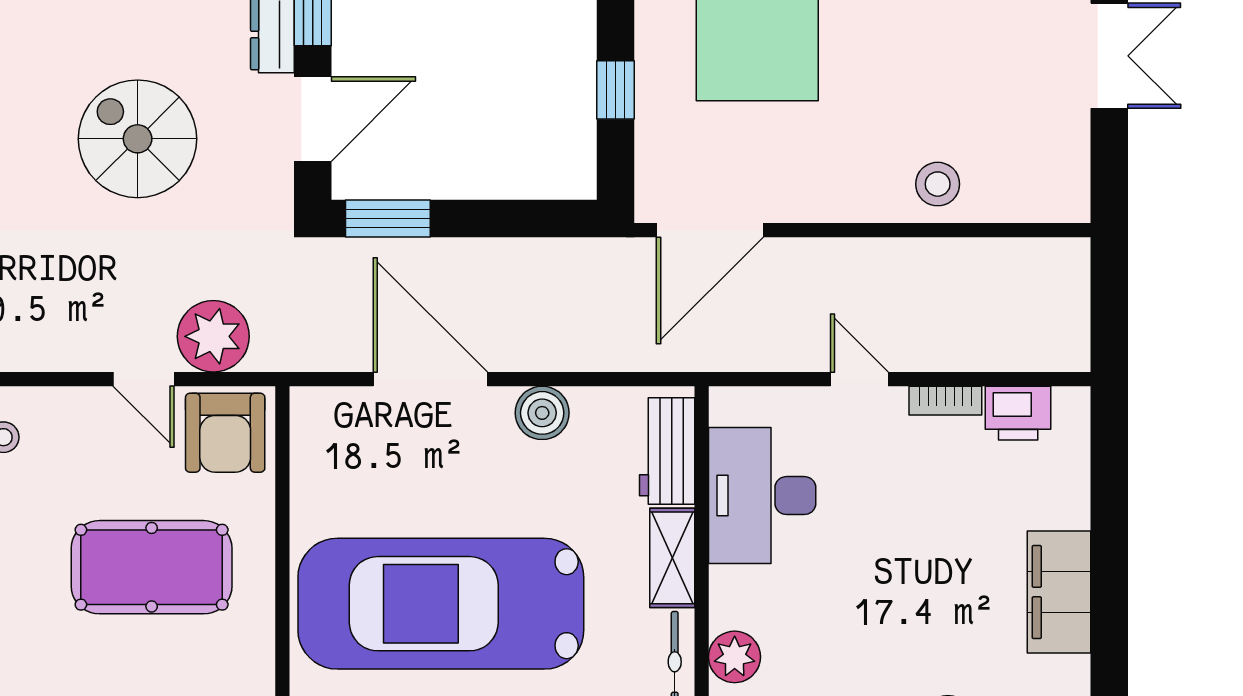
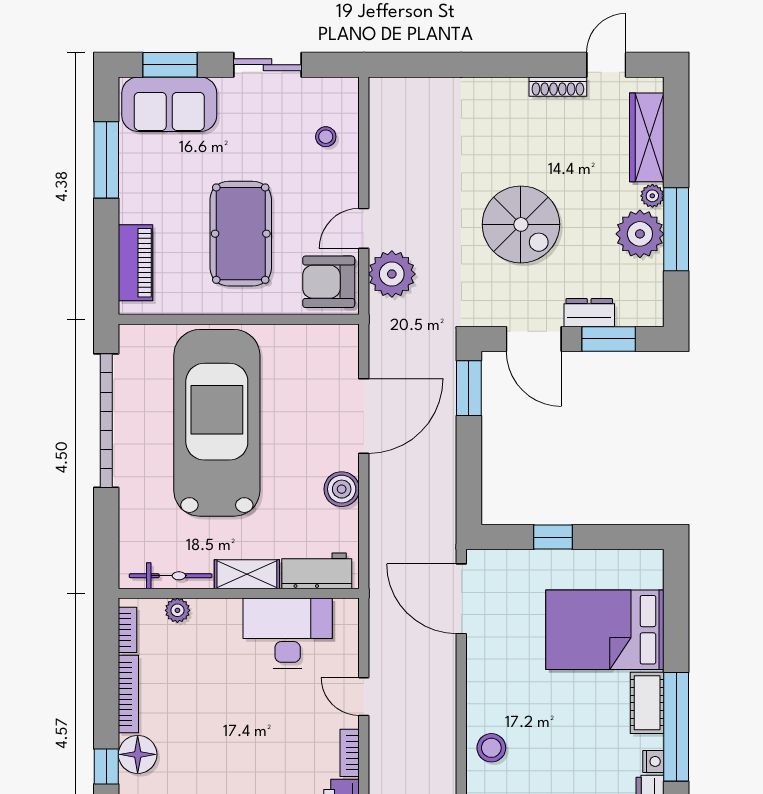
spiral stairs: (138, 139) -> (521, 224), turned 90
door: (859, 379) -> (364, 697), swing flipped
plant: (735, 657) -> (177, 610), width x0.73, depth x0.73

